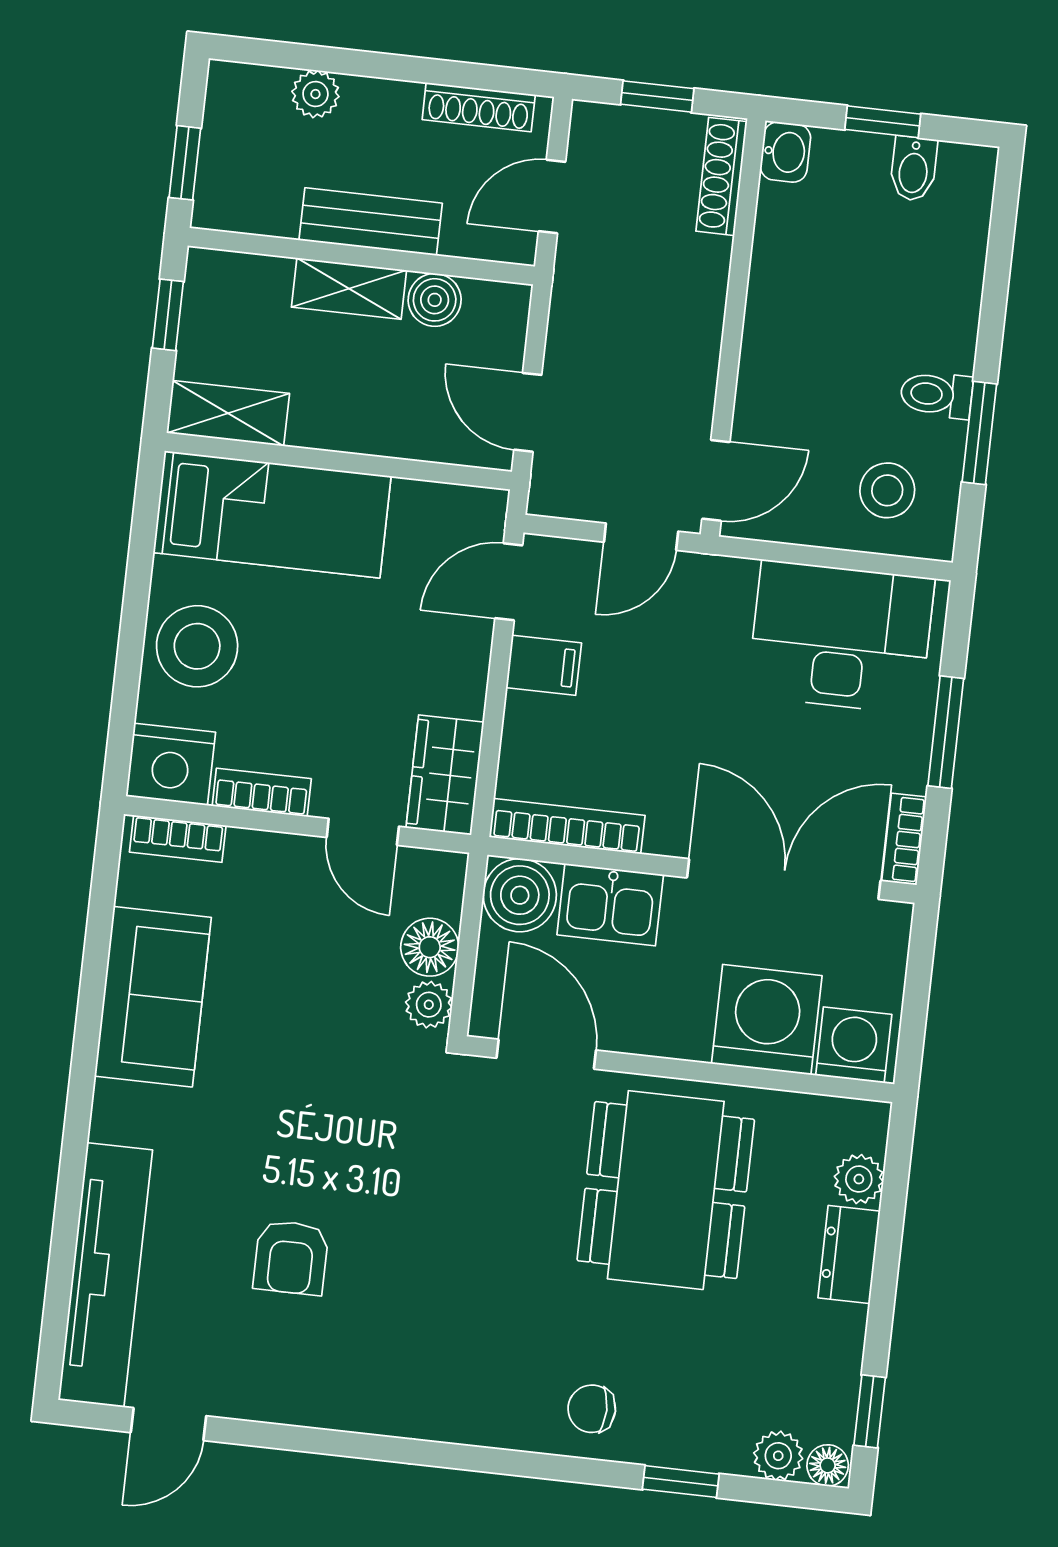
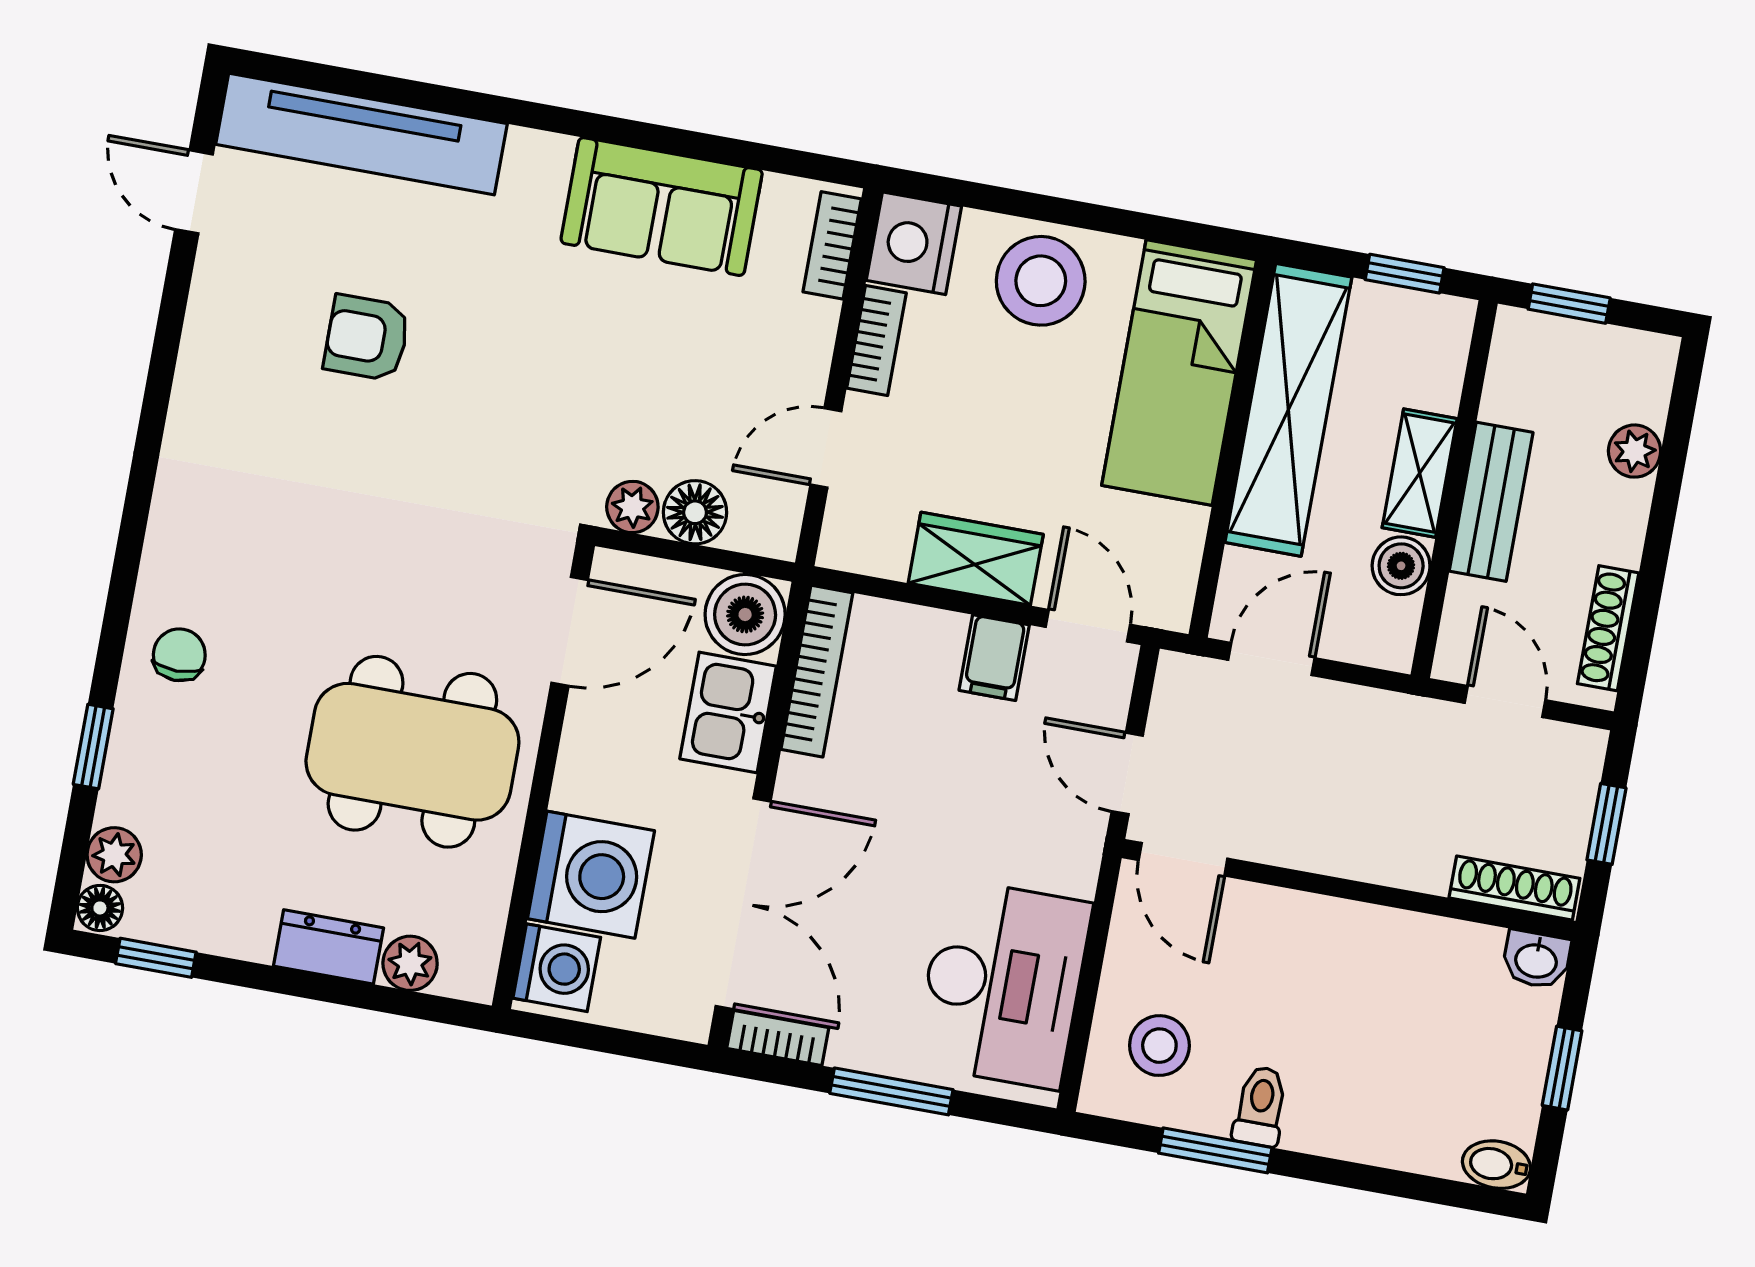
bidet: (914, 169) -> (1496, 1165), moved
shelving: (228, 413) -> (1288, 410), width x2.20, depth x1.33
wardrobe: (445, 775) -> (976, 559), moved

